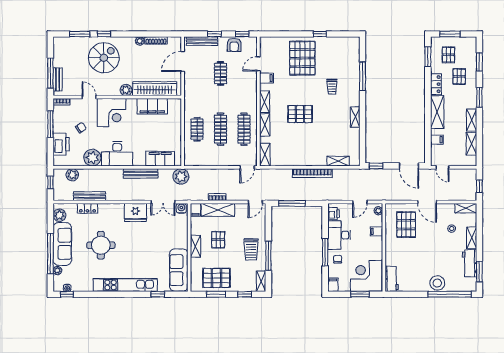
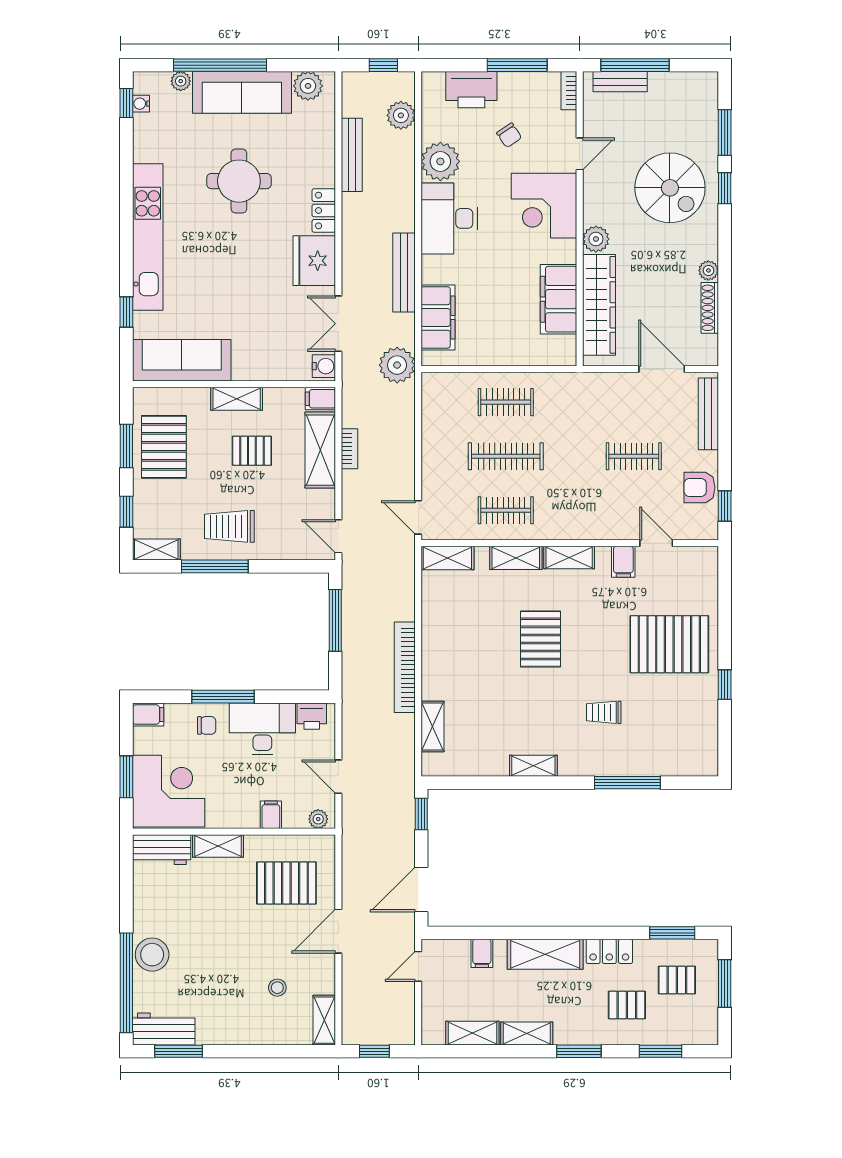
window: (214, 34) -> (725, 442), removed
clothes rail: (244, 129) -> (506, 510), width x0.73
locker: (87, 208) -> (324, 211), moved
shelving: (472, 238) -> (218, 846), moved
workbench: (470, 263) -> (164, 1029), moved

